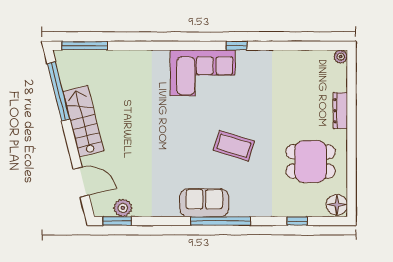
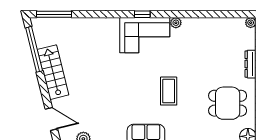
window: (237, 46) -> (142, 14), moved
plant: (243, 57) -> (176, 23), added
coffee table: (234, 146) -> (169, 91), turned 73

